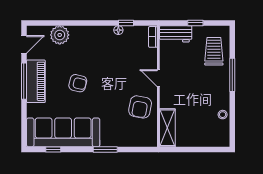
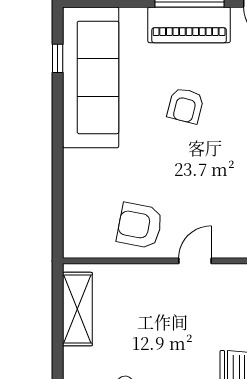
shelving: (167, 128) -> (77, 309), moved, turned 90
window: (105, 150) -> (58, 158), removed

